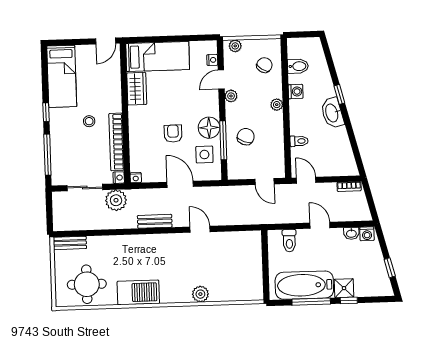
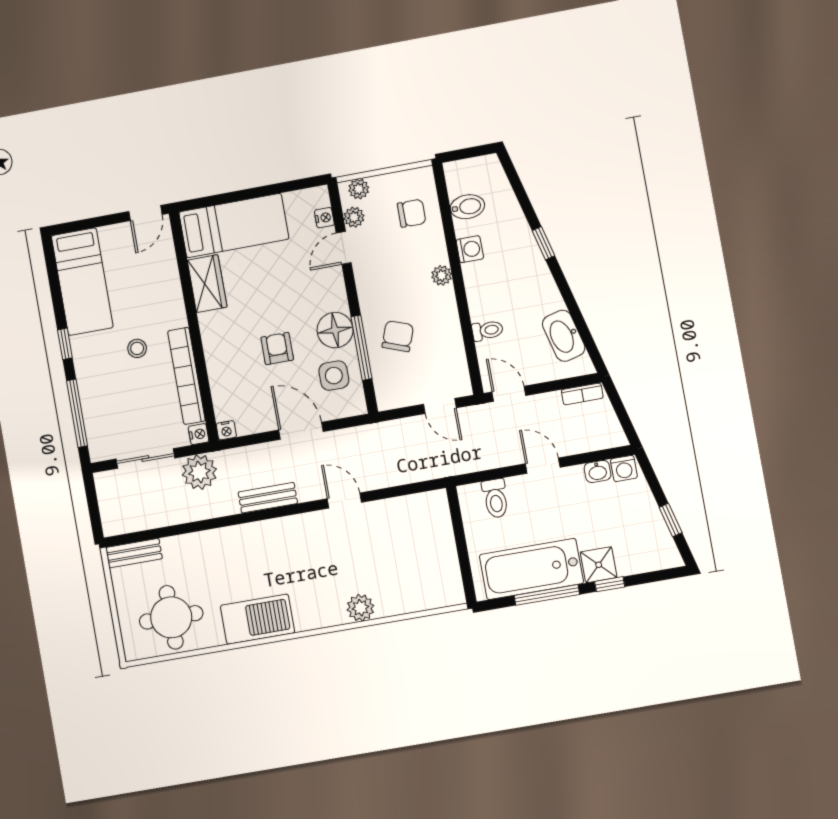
chair: (264, 65) -> (412, 213), turned 58
plant: (231, 96) -> (354, 217), moved
washbasin: (332, 113) -> (564, 336), moved

